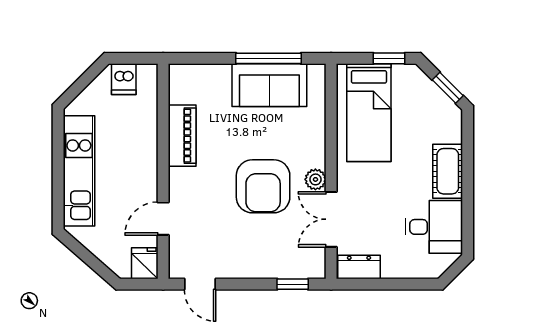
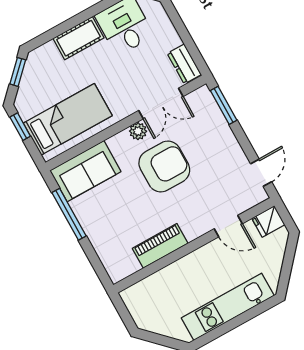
dishwasher: (124, 79) -> (143, 311), removed
sofa: (269, 85) -> (85, 171), moved, turned 90
window: (293, 284) -> (224, 105), width x1.50

